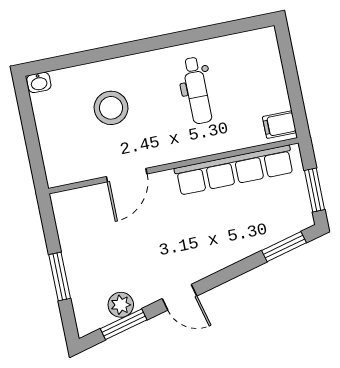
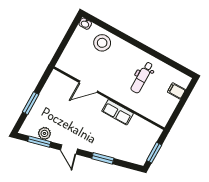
stool: (111, 108) -> (102, 43), moved
filing cabinet: (279, 125) -> (176, 91), moved
row of seats: (234, 170) -> (118, 112), width x0.50
window: (284, 247) -> (103, 158), moved

